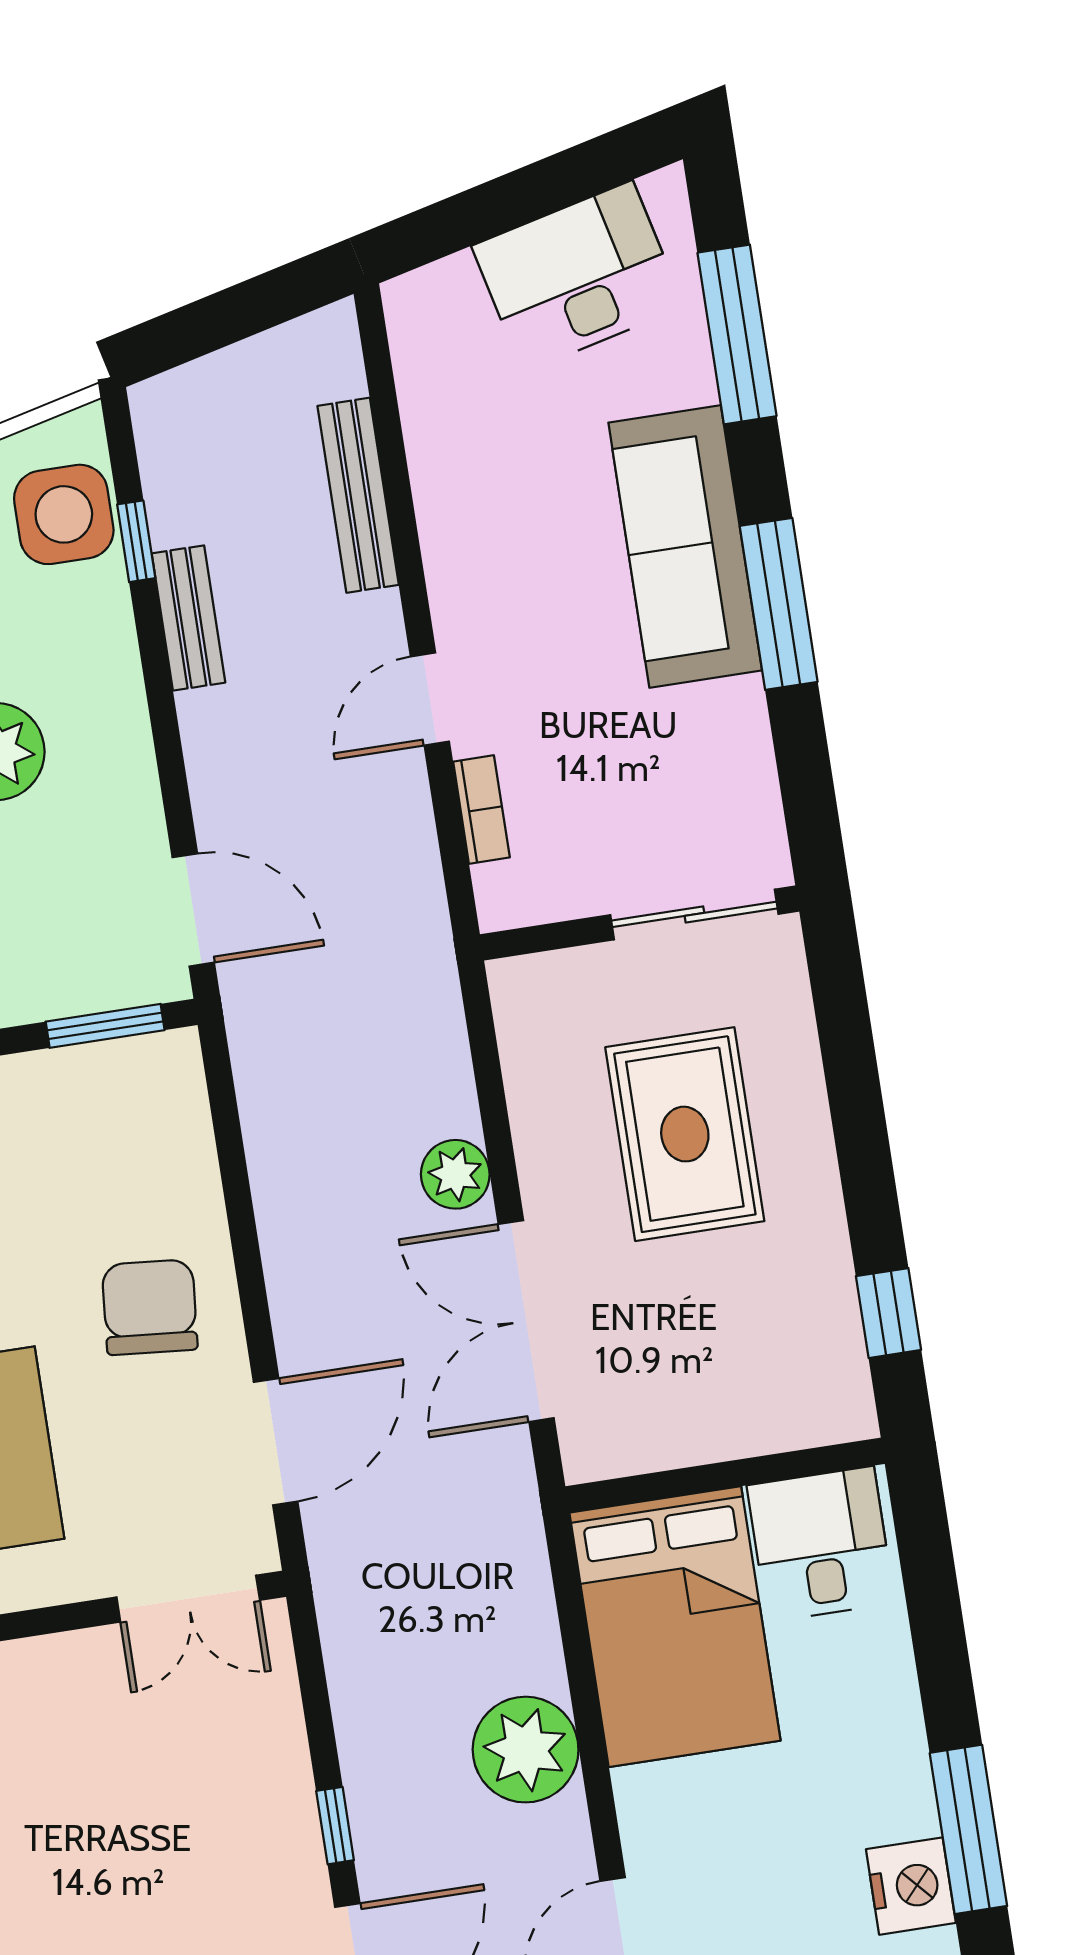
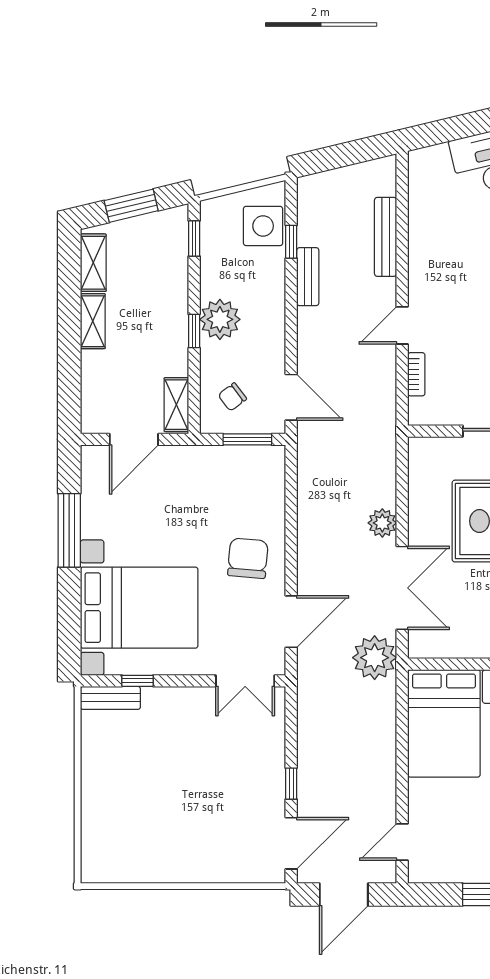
chair: (54, 931) -> (232, 397), added
double door: (526, 1321) -> (402, 588), swing flipped
plant: (526, 1750) -> (375, 658), moved

